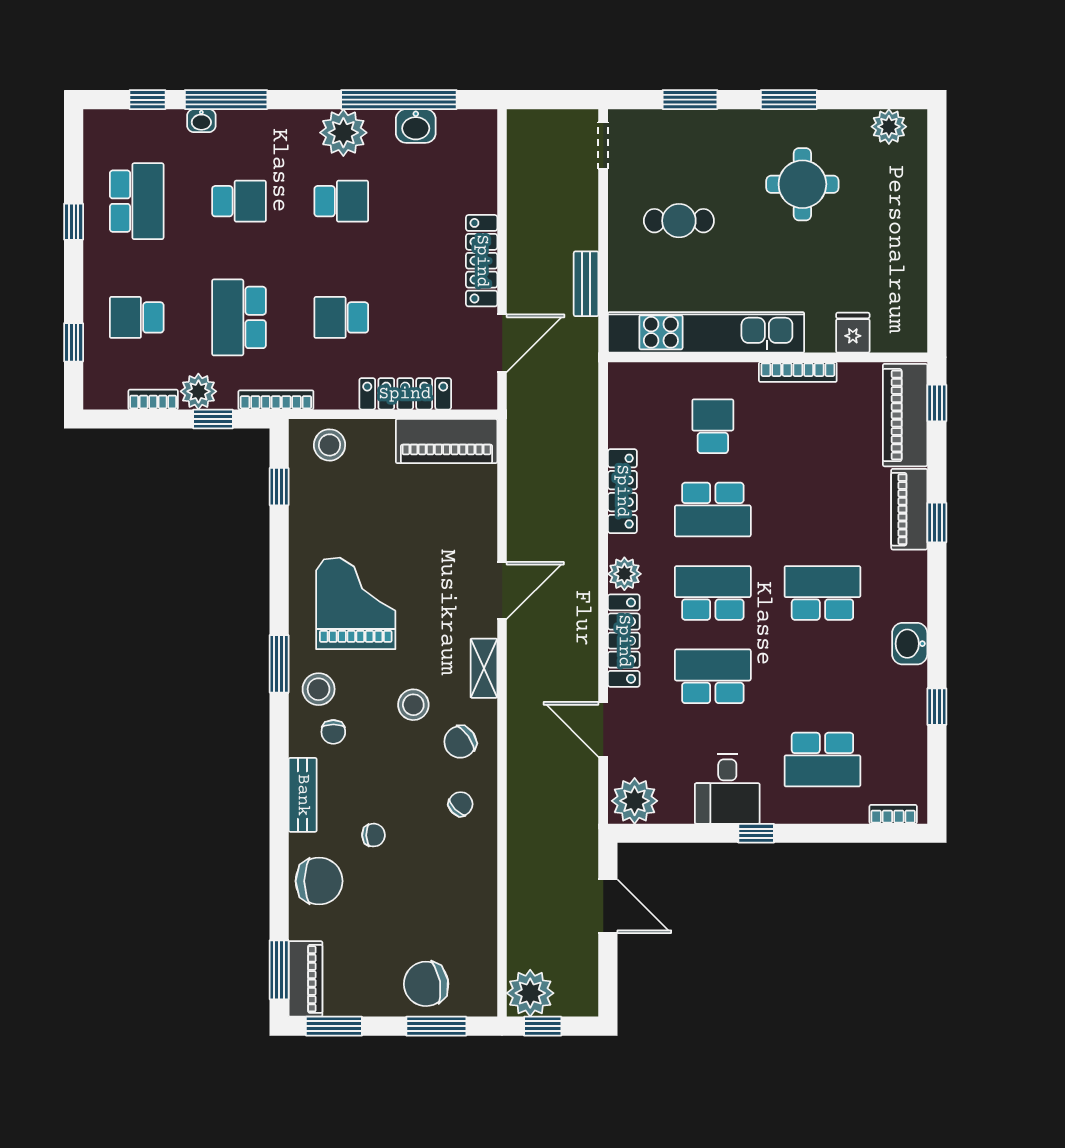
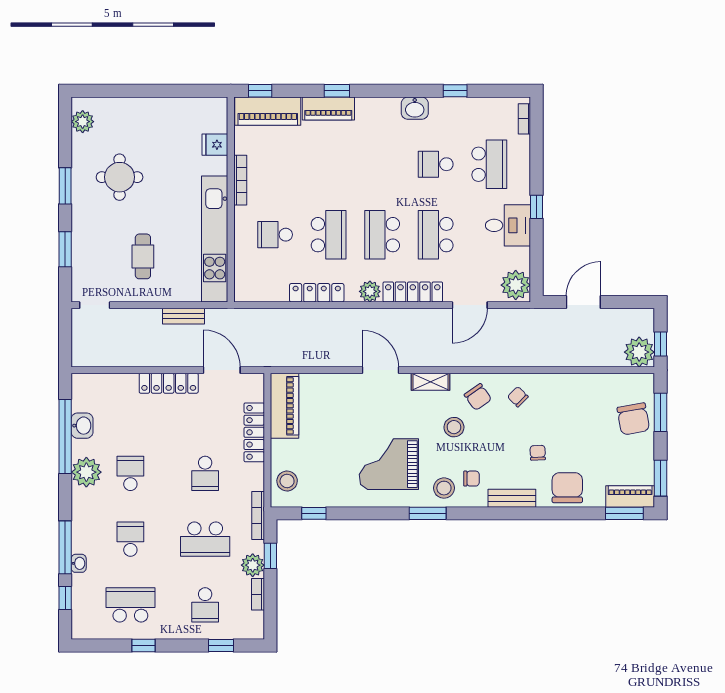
school desk: (822, 593) -> (436, 164), moved, width x0.54

